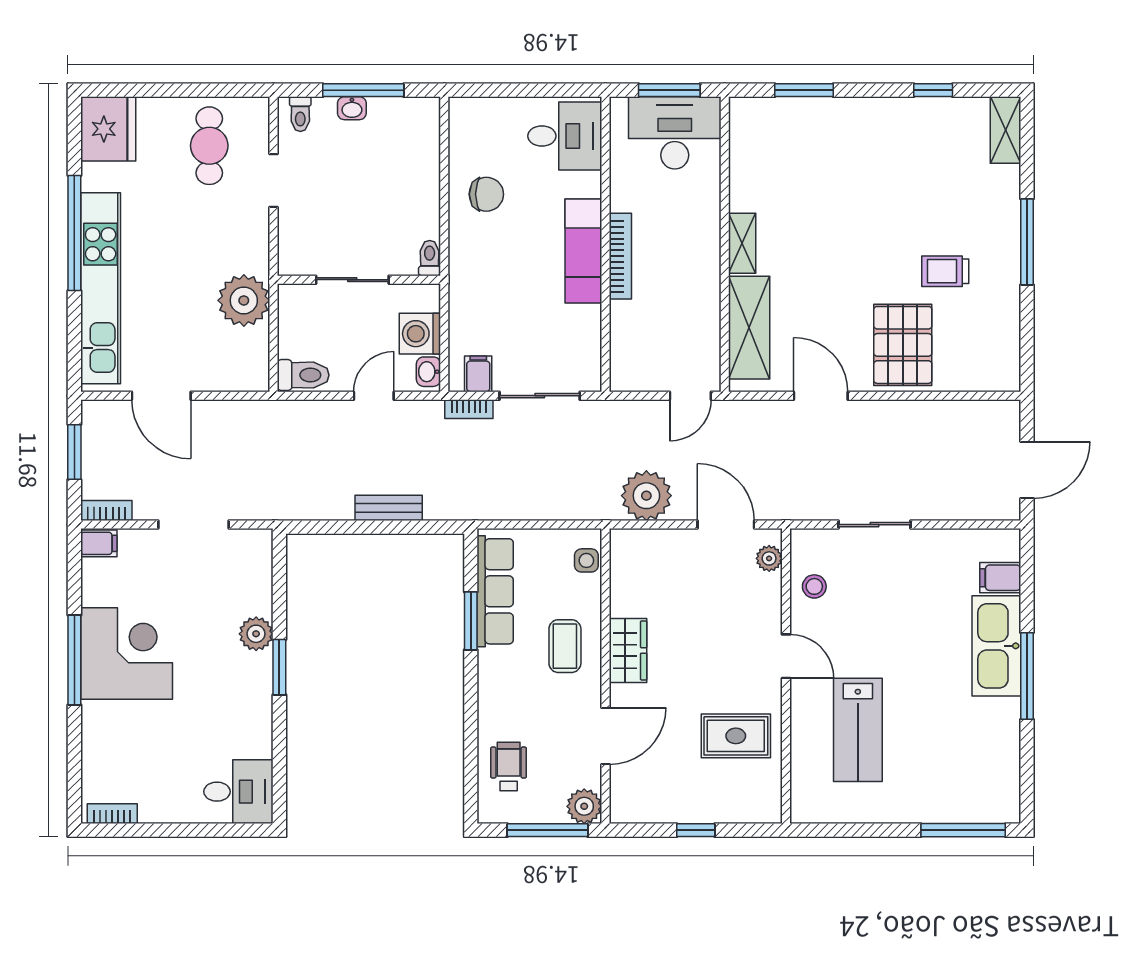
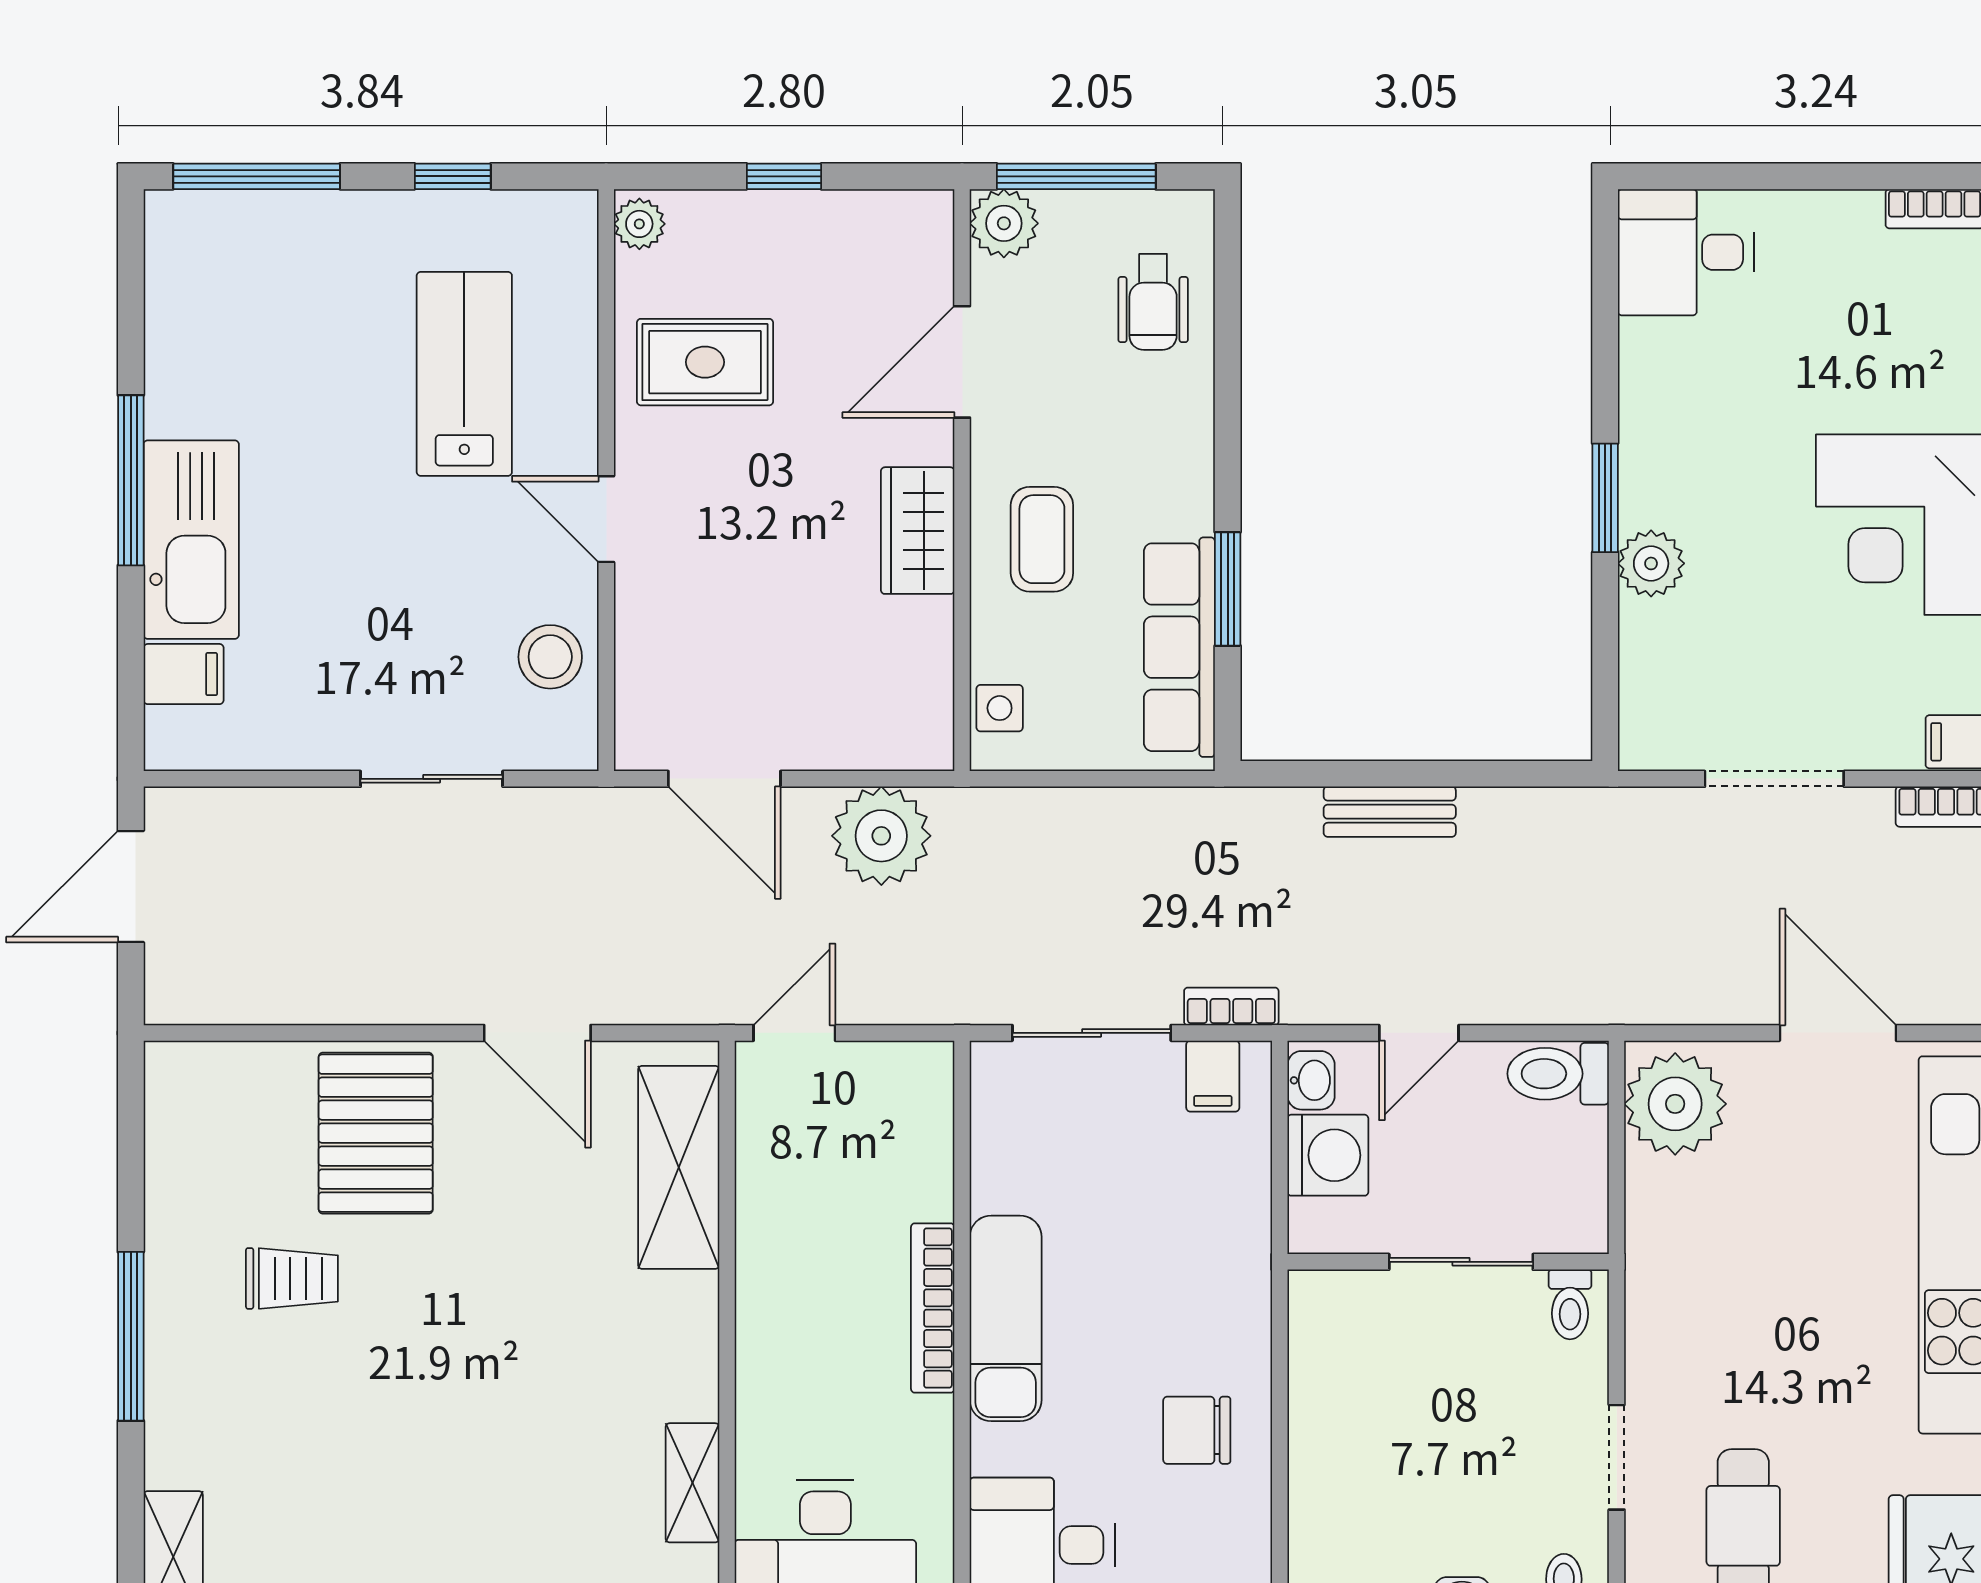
shelving: (742, 243) -> (692, 1483), moved
toilet: (430, 258) -> (1570, 1304), moved
plant: (244, 300) -> (1675, 1104), moved
plant: (769, 558) -> (639, 224), moved
stool: (814, 586) -> (550, 657), width x1.37, depth x1.37
window: (864, 830) -> (453, 176), added

